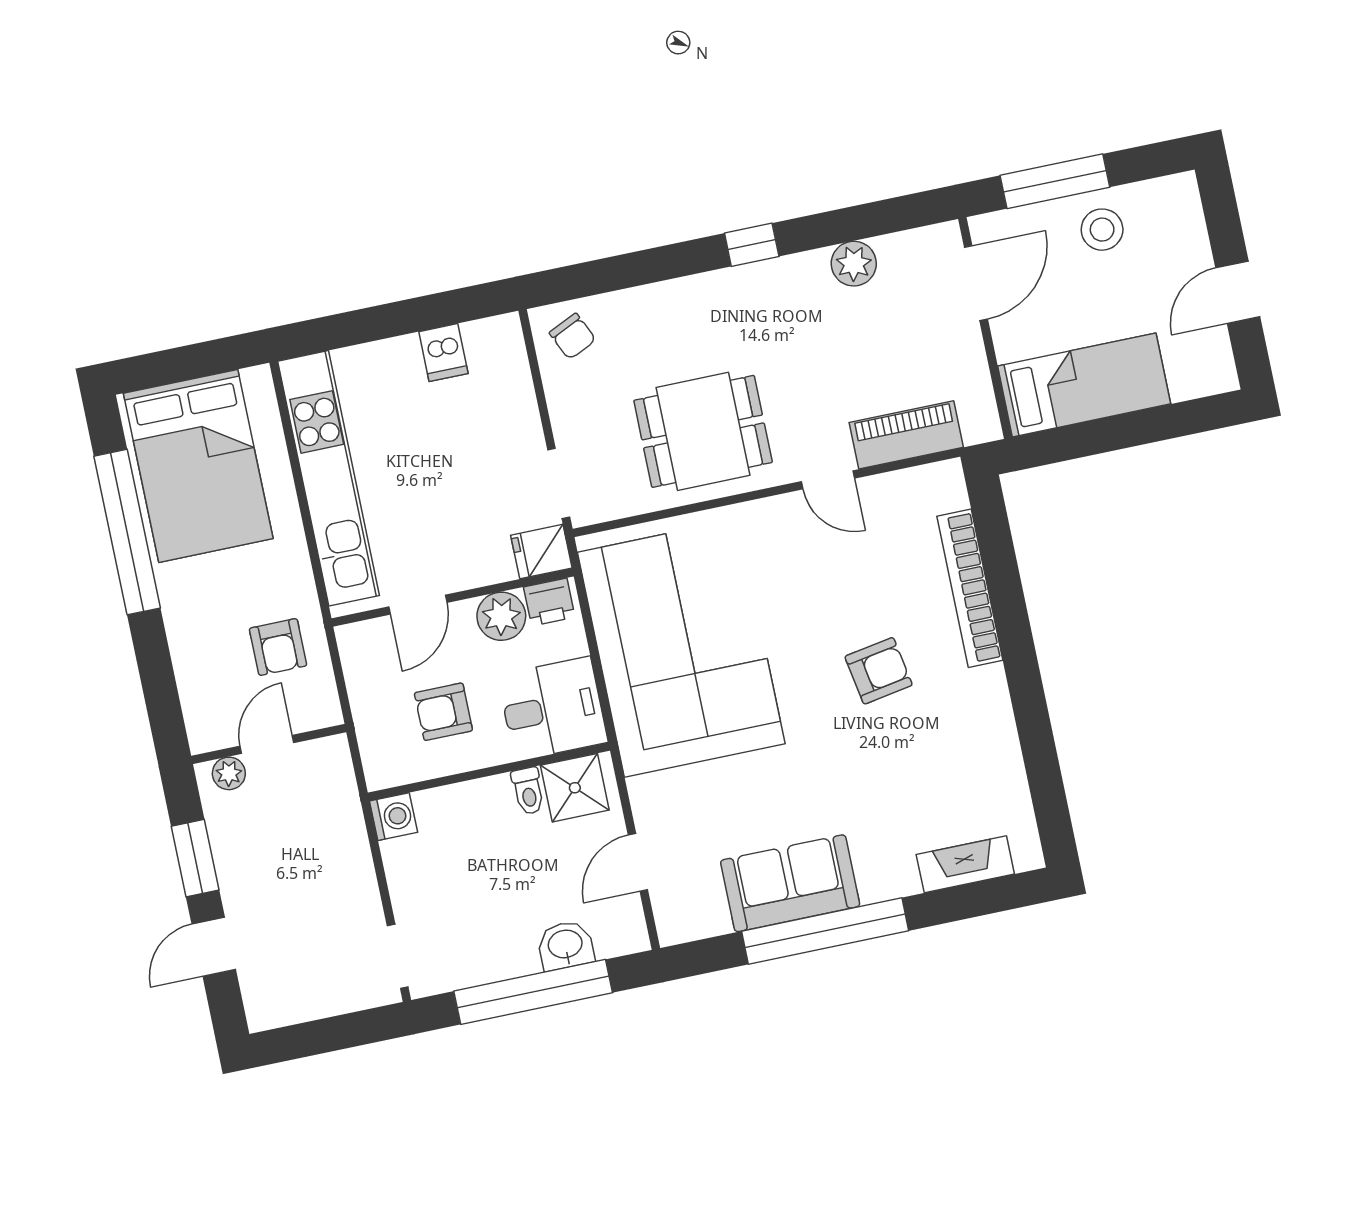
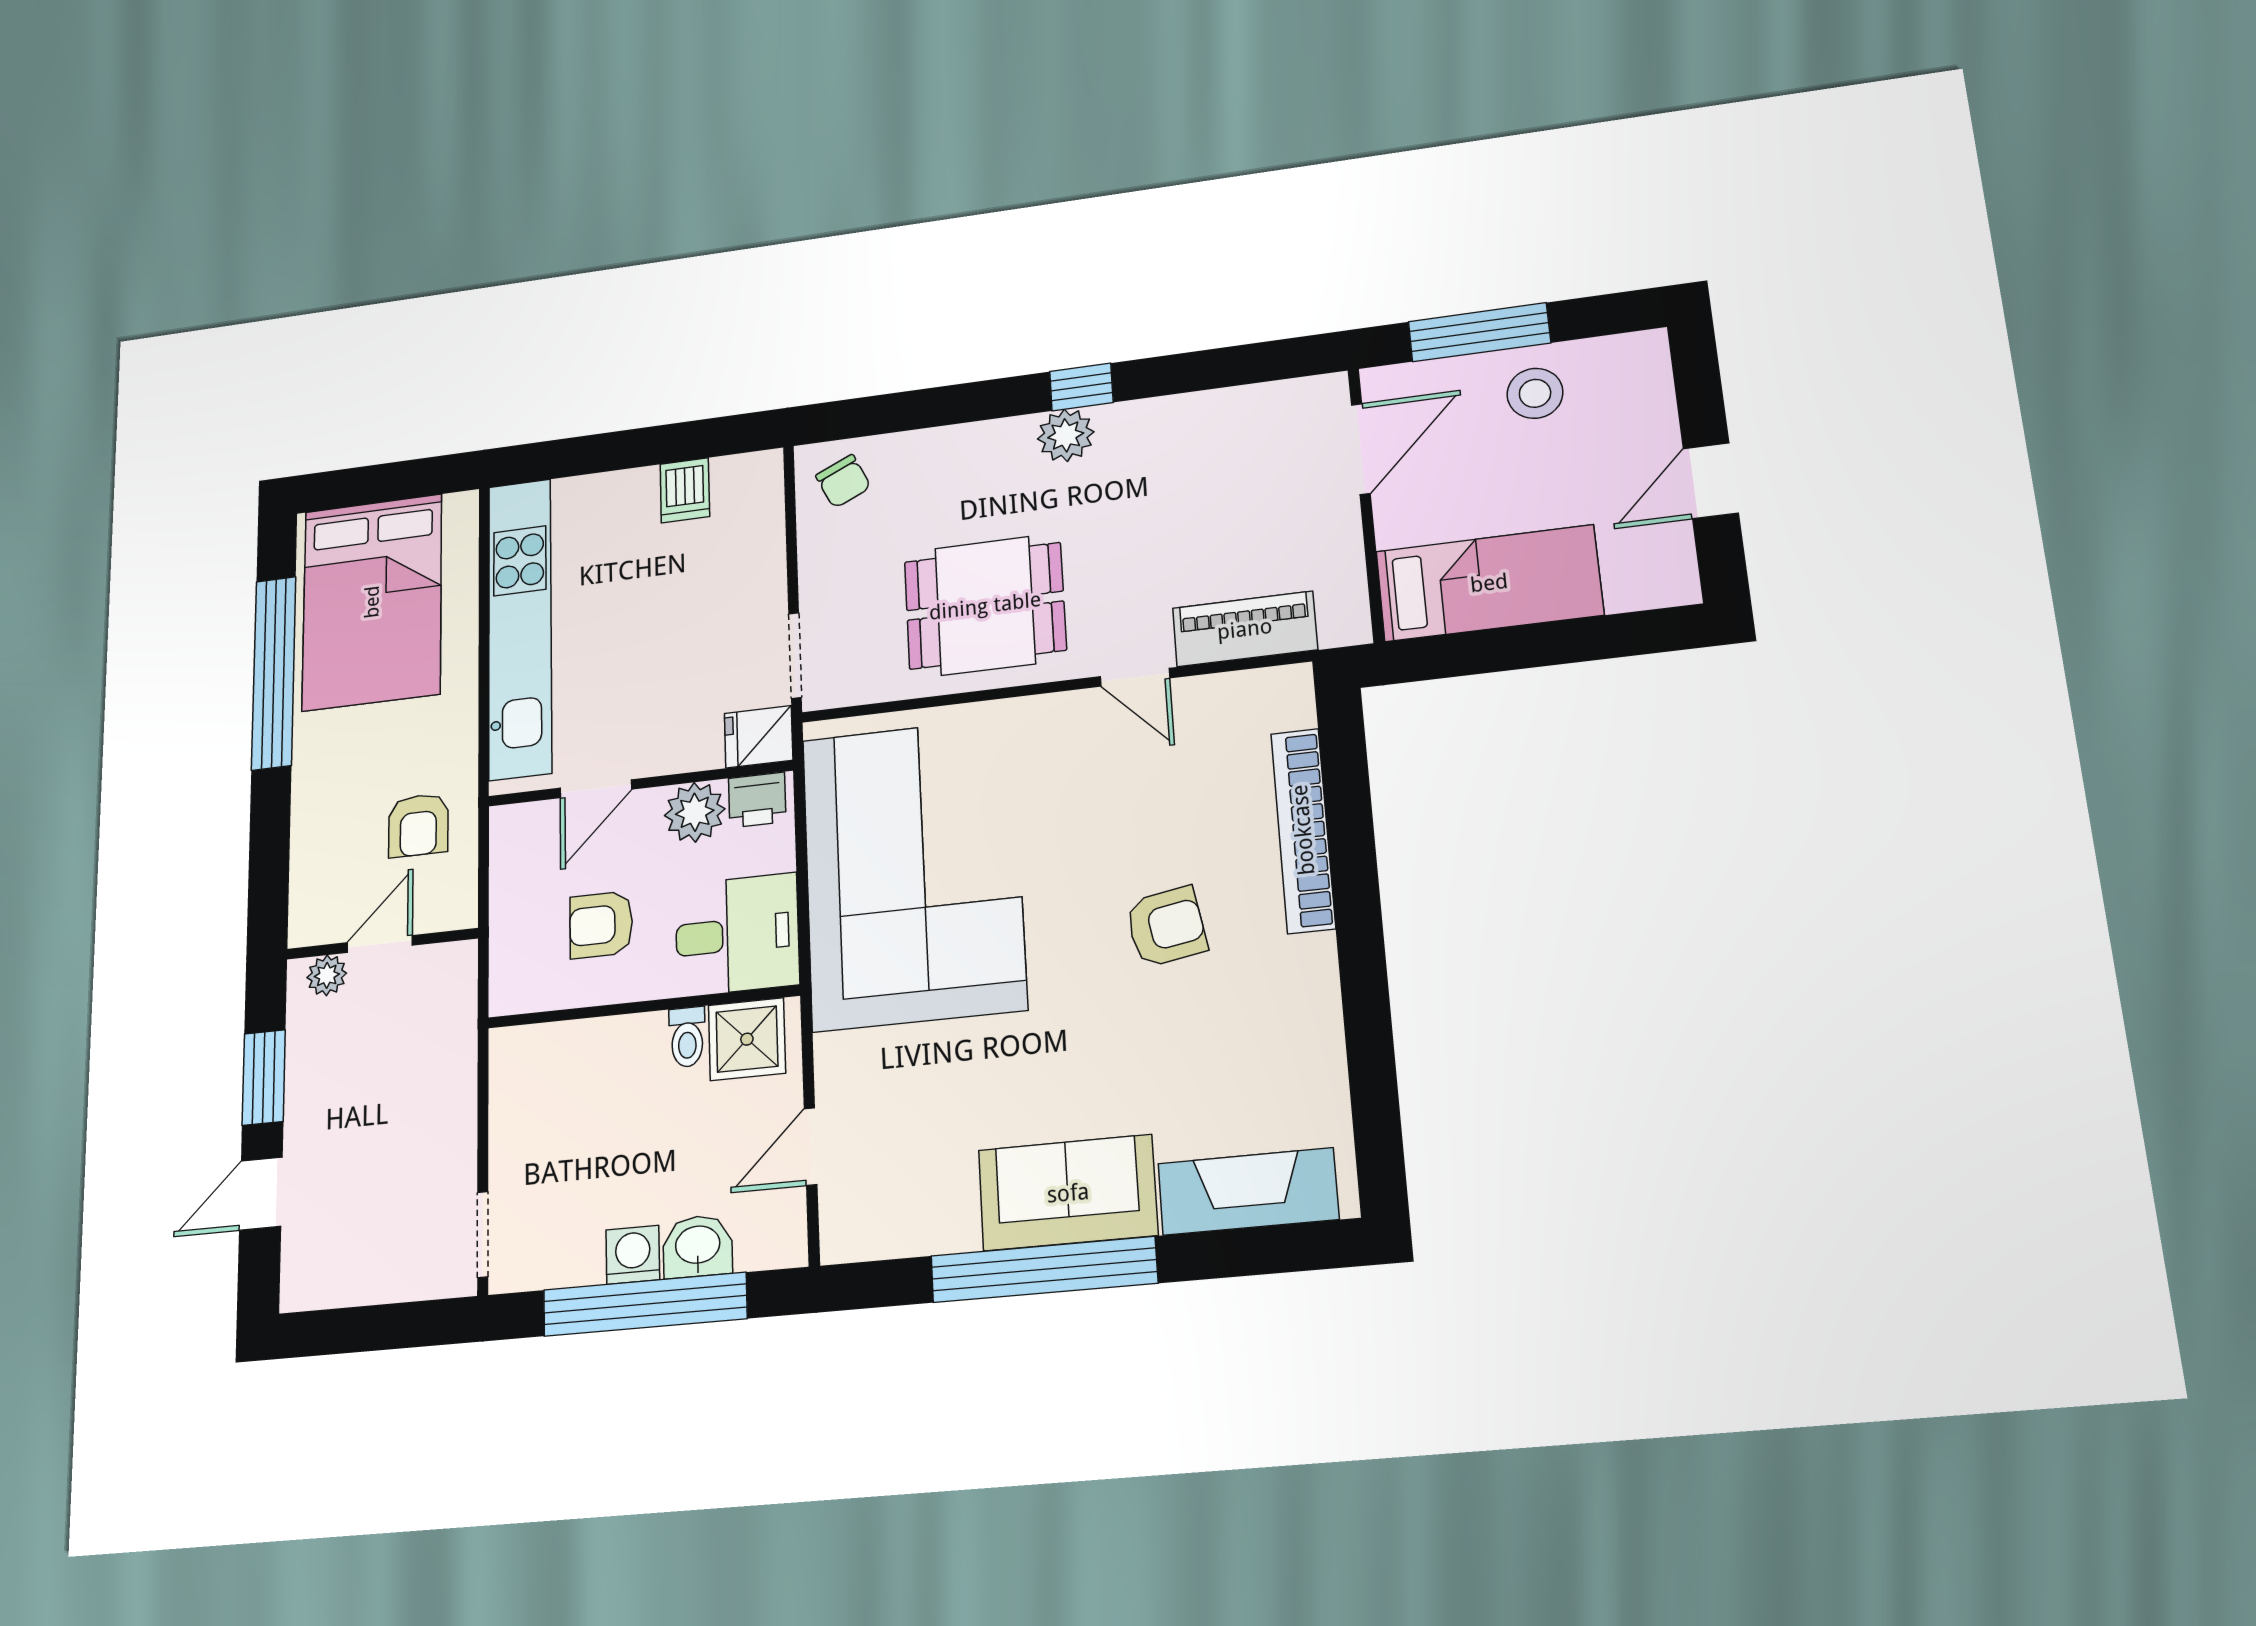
plant: (854, 264) -> (1066, 435), moved
washing machine: (394, 817) -> (633, 1255), moved, turned -90
fireplace: (965, 864) -> (1248, 1191), width x1.37, depth x1.32
sofa: (790, 883) -> (1068, 1193), moved

